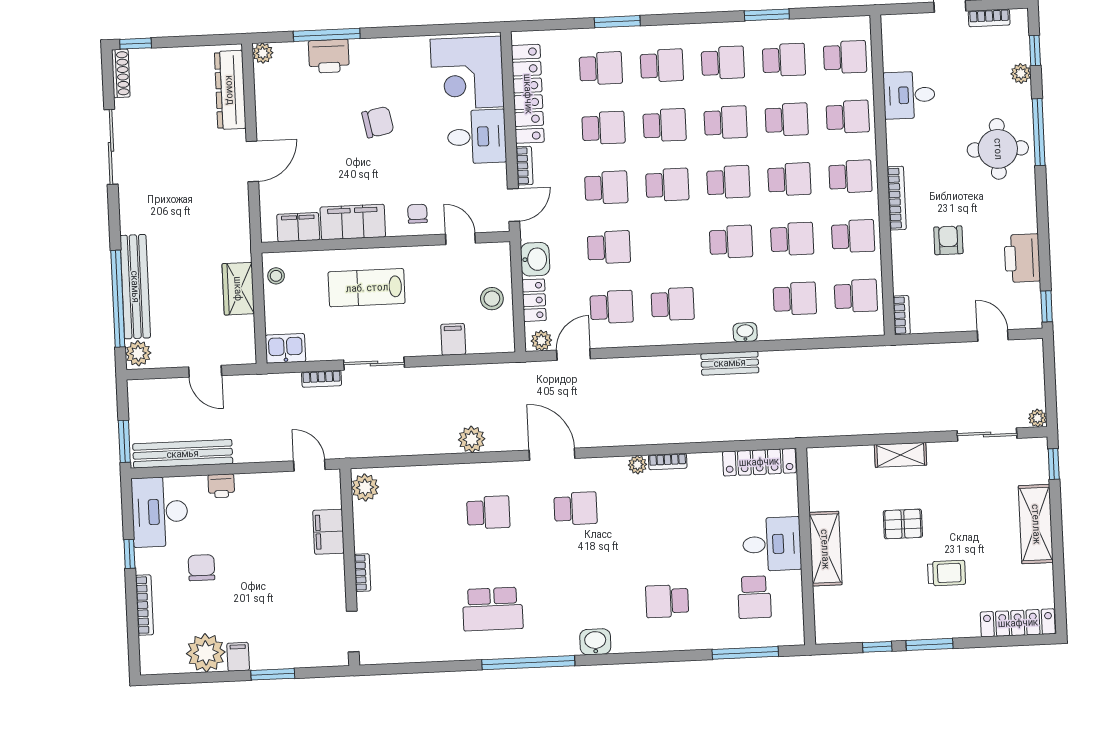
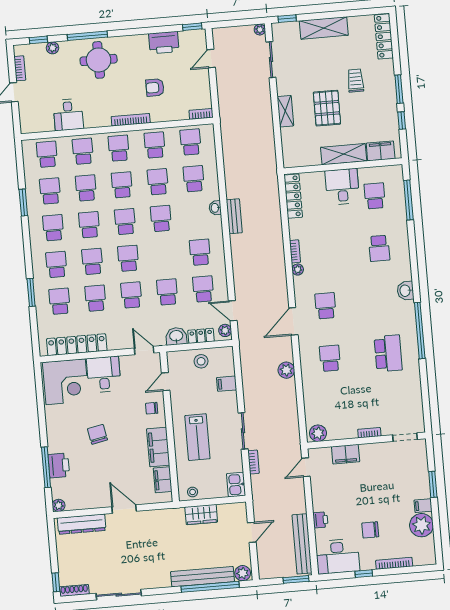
bookcase: (524, 166) -> (120, 345), removed
pallet: (903, 524) -> (327, 108), width x1.50, depth x1.42
school desk: (754, 597) -> (375, 196), turned -90
filing cabinet: (828, 610) -> (381, 151), added

